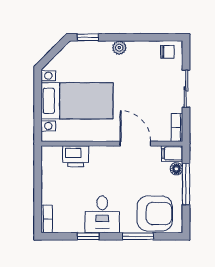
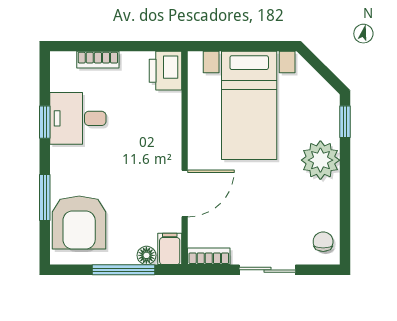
plant: (119, 48) -> (320, 160), width x1.87, depth x1.87
chair: (167, 52) -> (323, 242), turned 180
printer: (76, 156) -> (166, 71), moved
desk: (102, 214) -> (78, 118), moved
bookcase: (47, 219) -> (98, 60), moved

